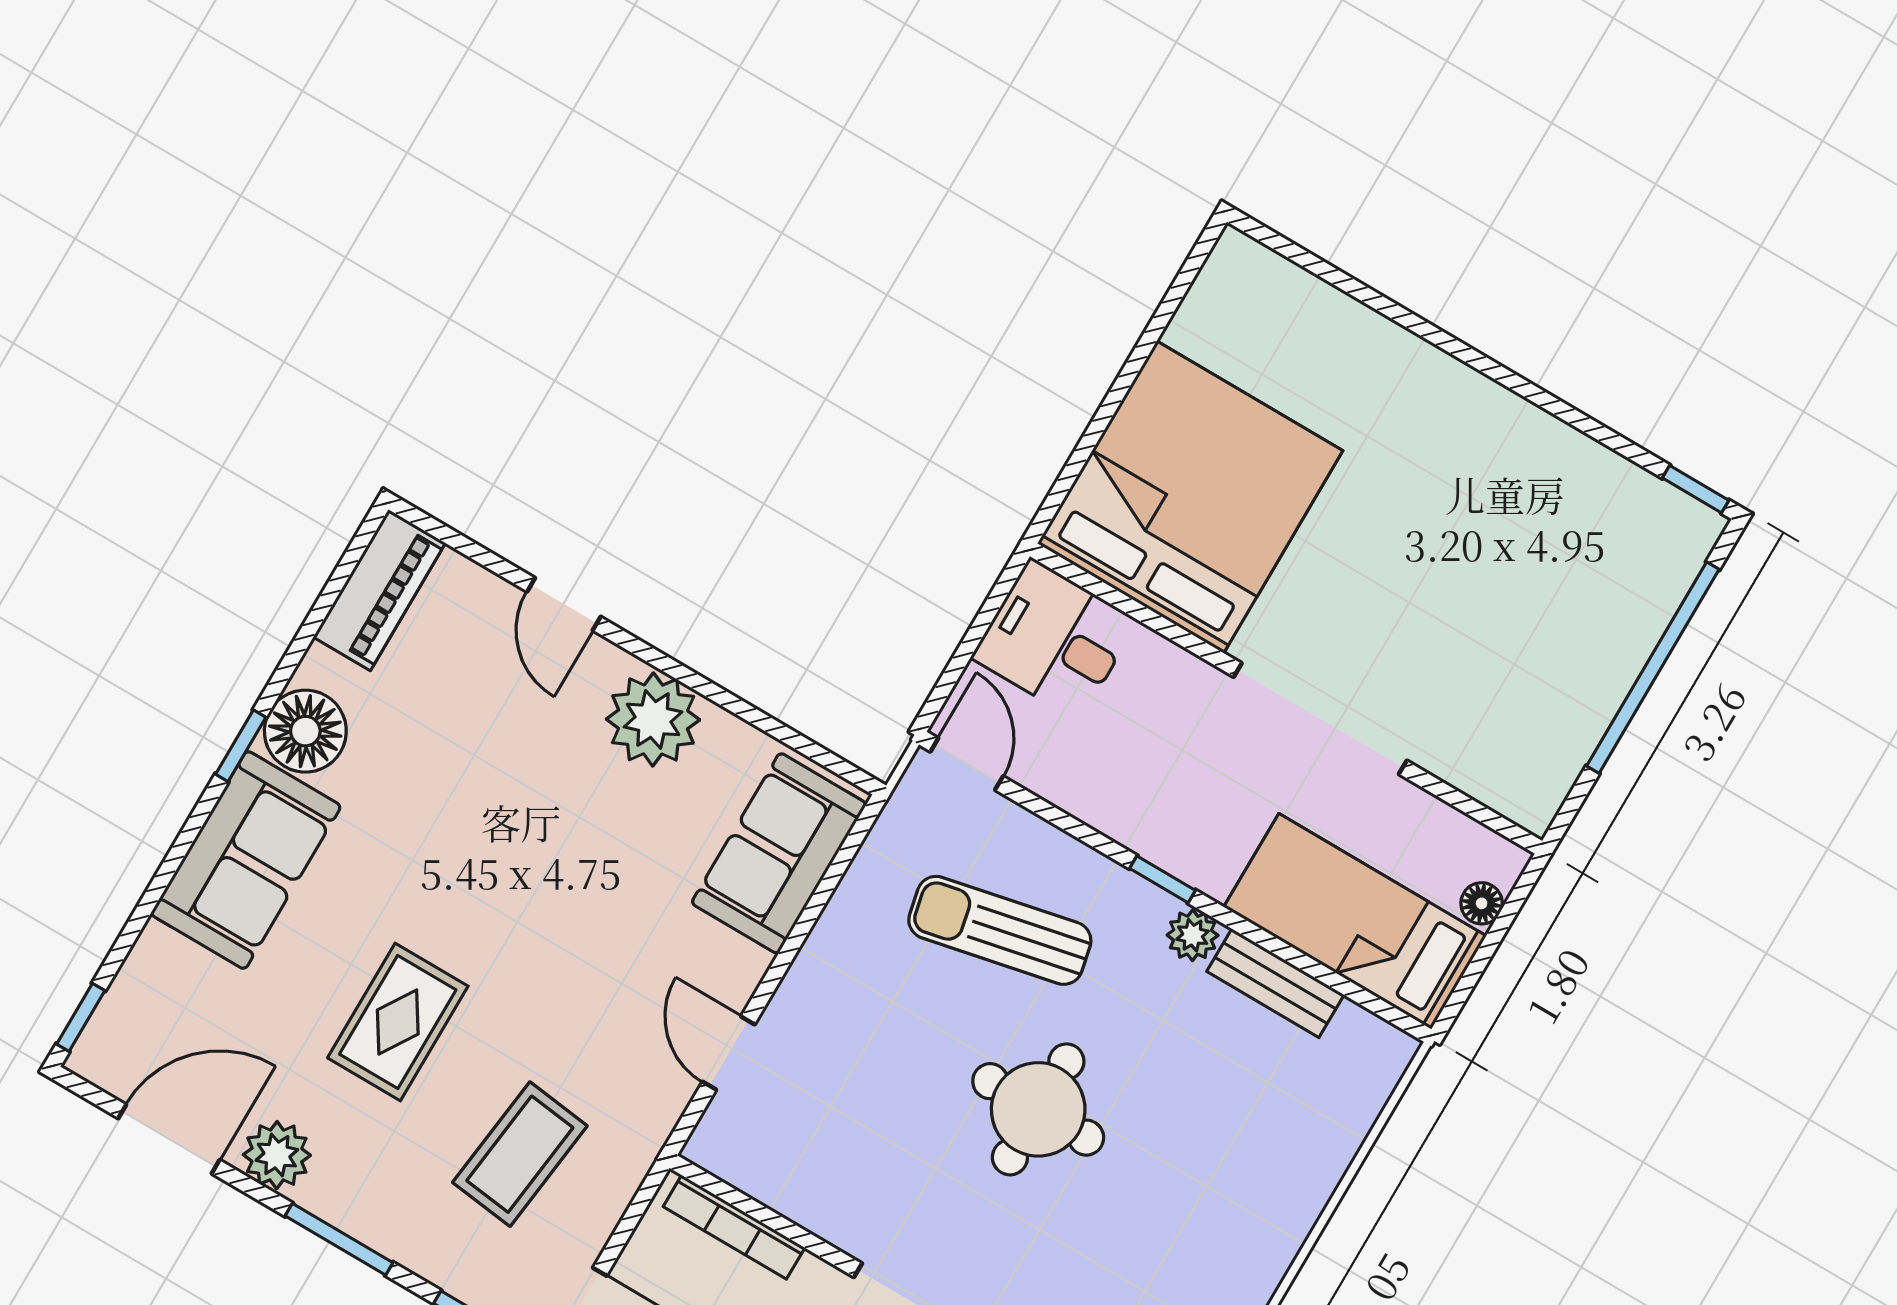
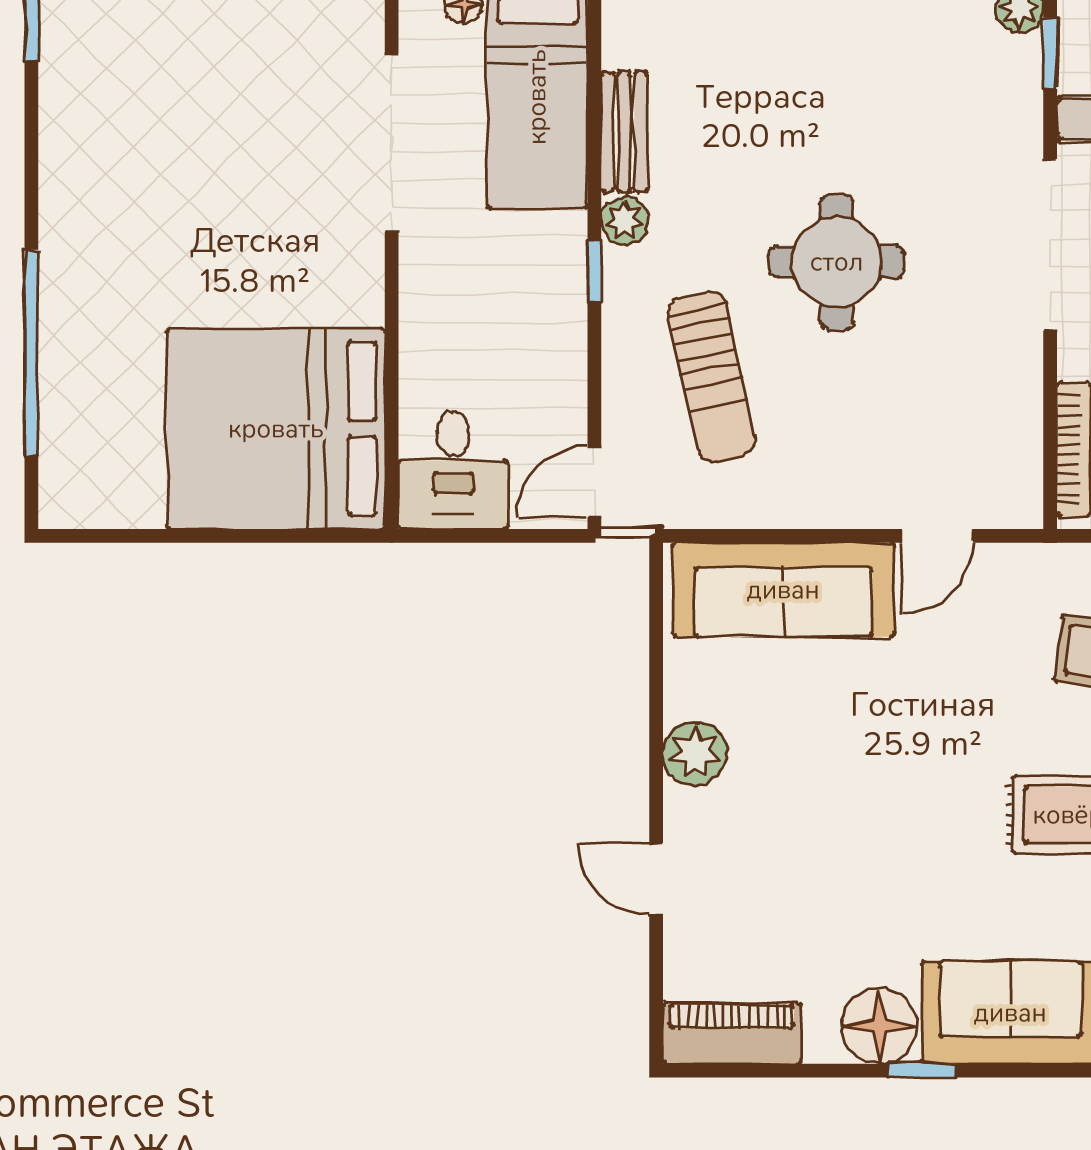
window: (1394, 312) -> (31, 353), added
door: (564, 604) -> (656, 879), swing flipped
plant: (653, 719) -> (695, 753), width x0.73, depth x0.73
doorway: (1320, 719) -> (392, 143), moved
sofa: (779, 853) -> (783, 590), width x1.36

